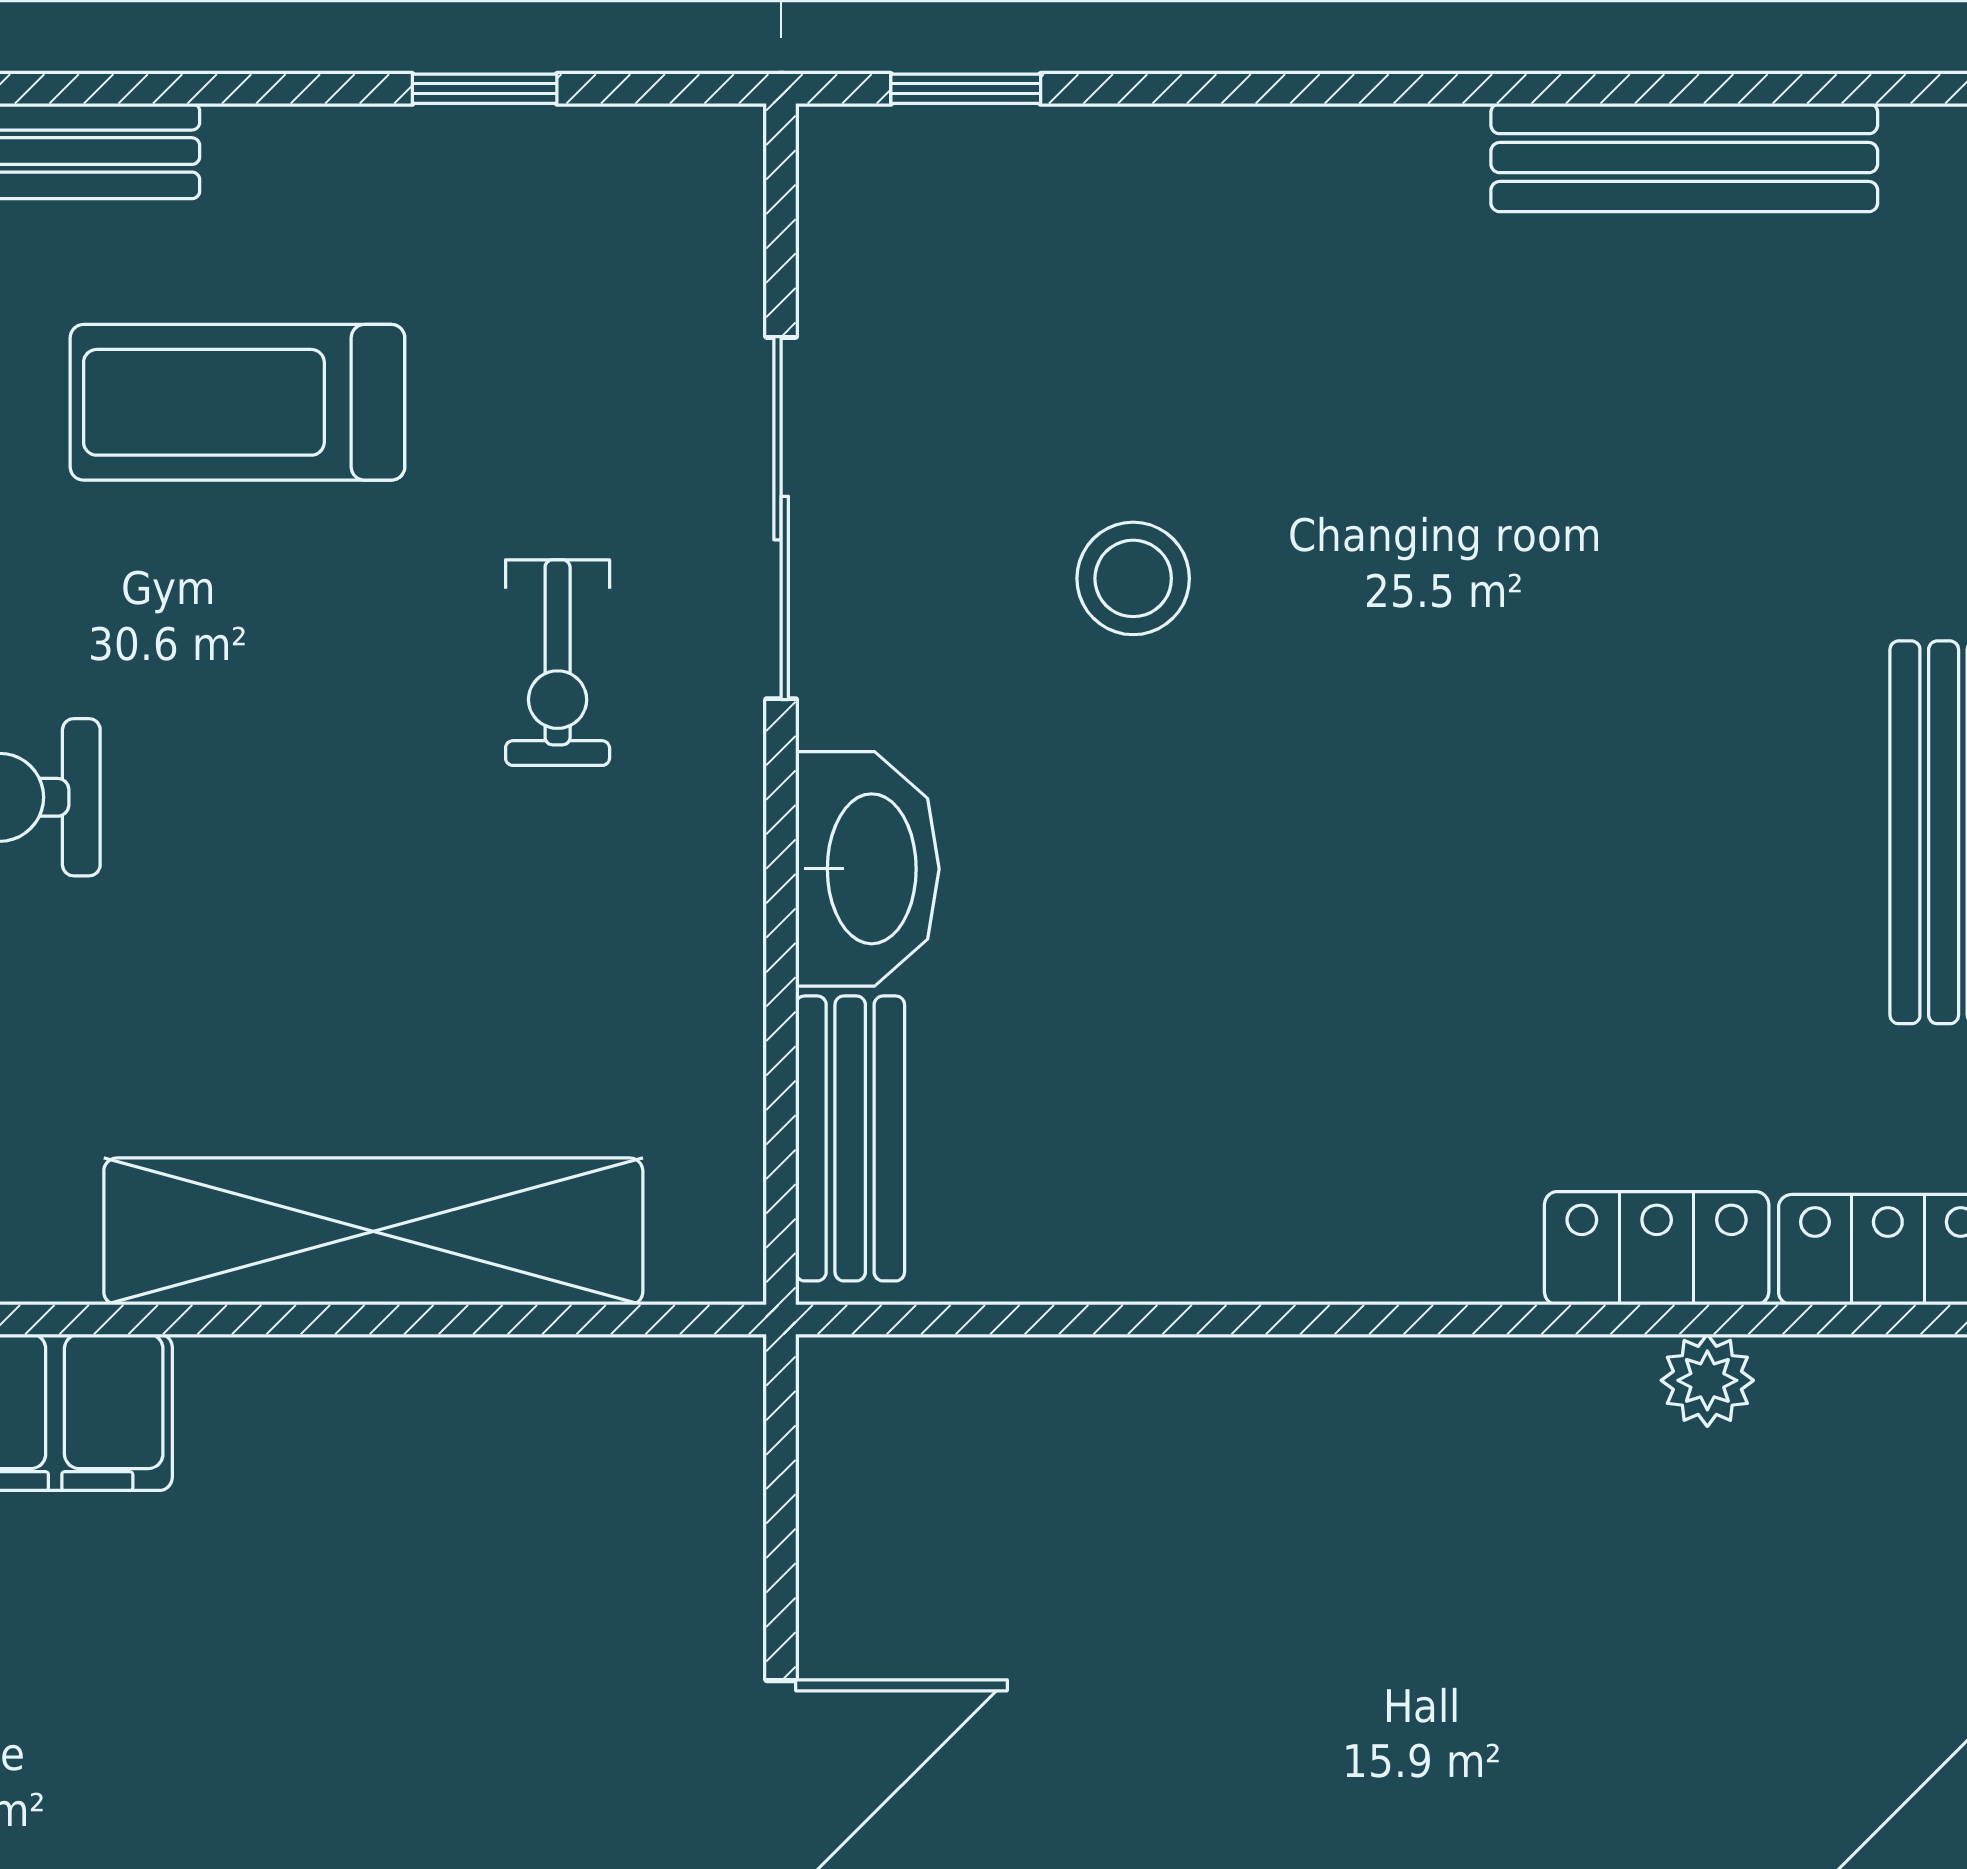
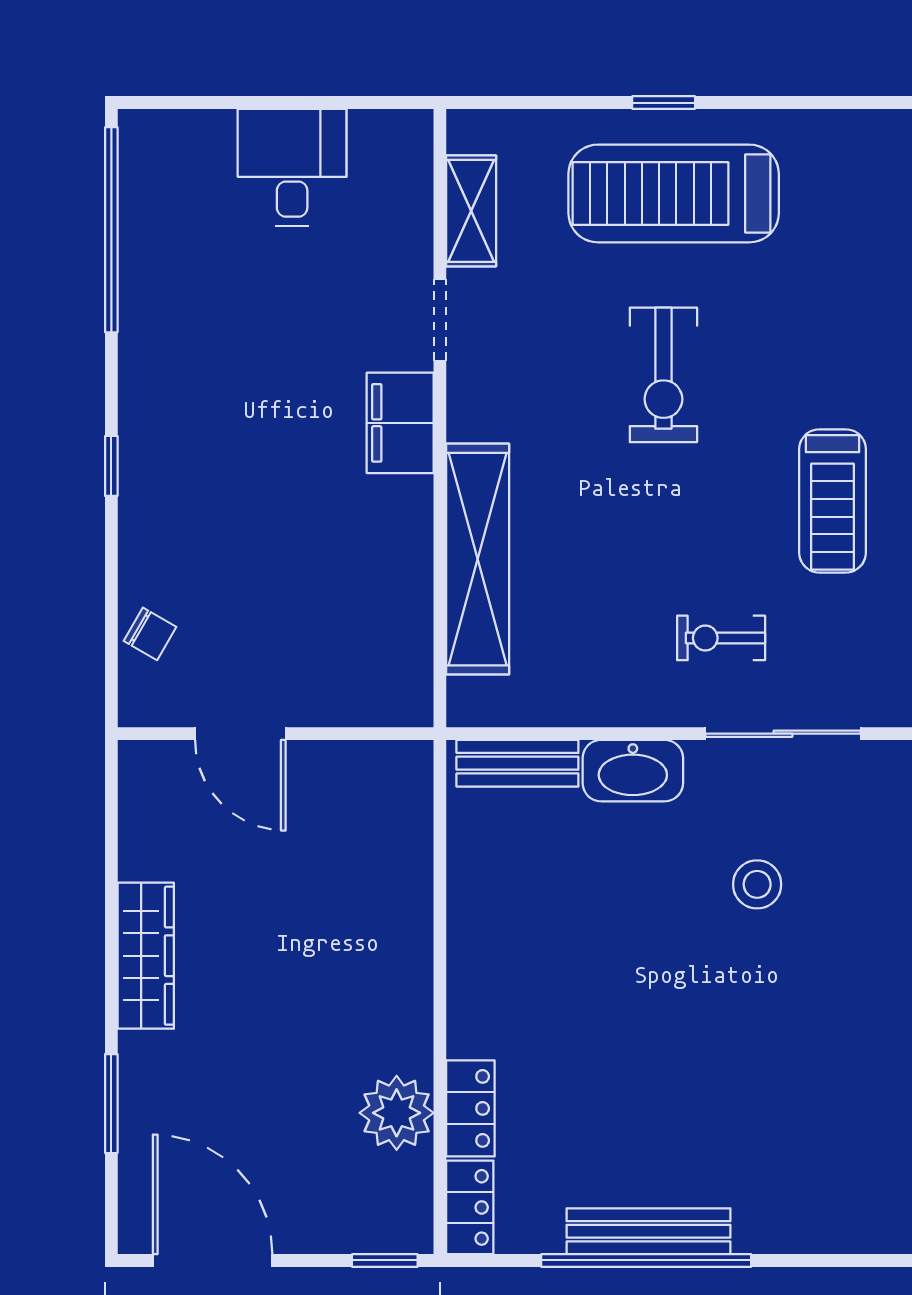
treadmill: (237, 402) -> (833, 501), turned 180
plant: (1707, 1380) -> (397, 1113), width x1.88, depth x1.88

